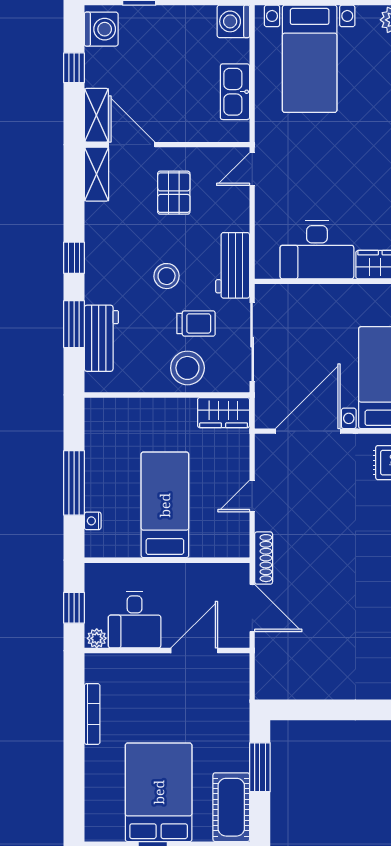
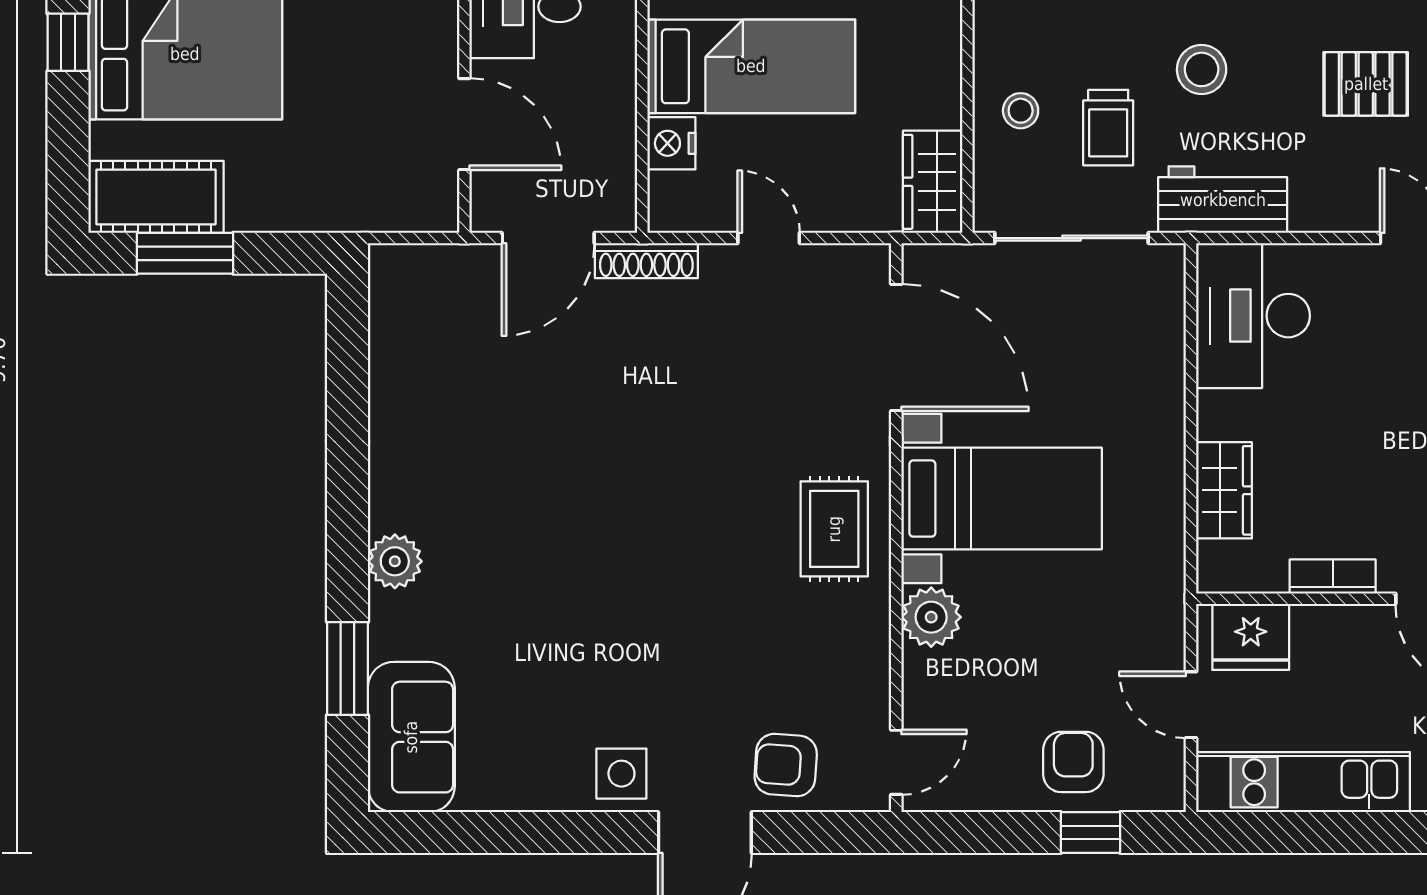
desk: (317, 250) -> (1253, 316), moved
stool: (187, 368) -> (1021, 111), width x0.53, depth x0.53
nightstand: (204, 545) -> (671, 143), added
window: (260, 767) -> (185, 253), moved

